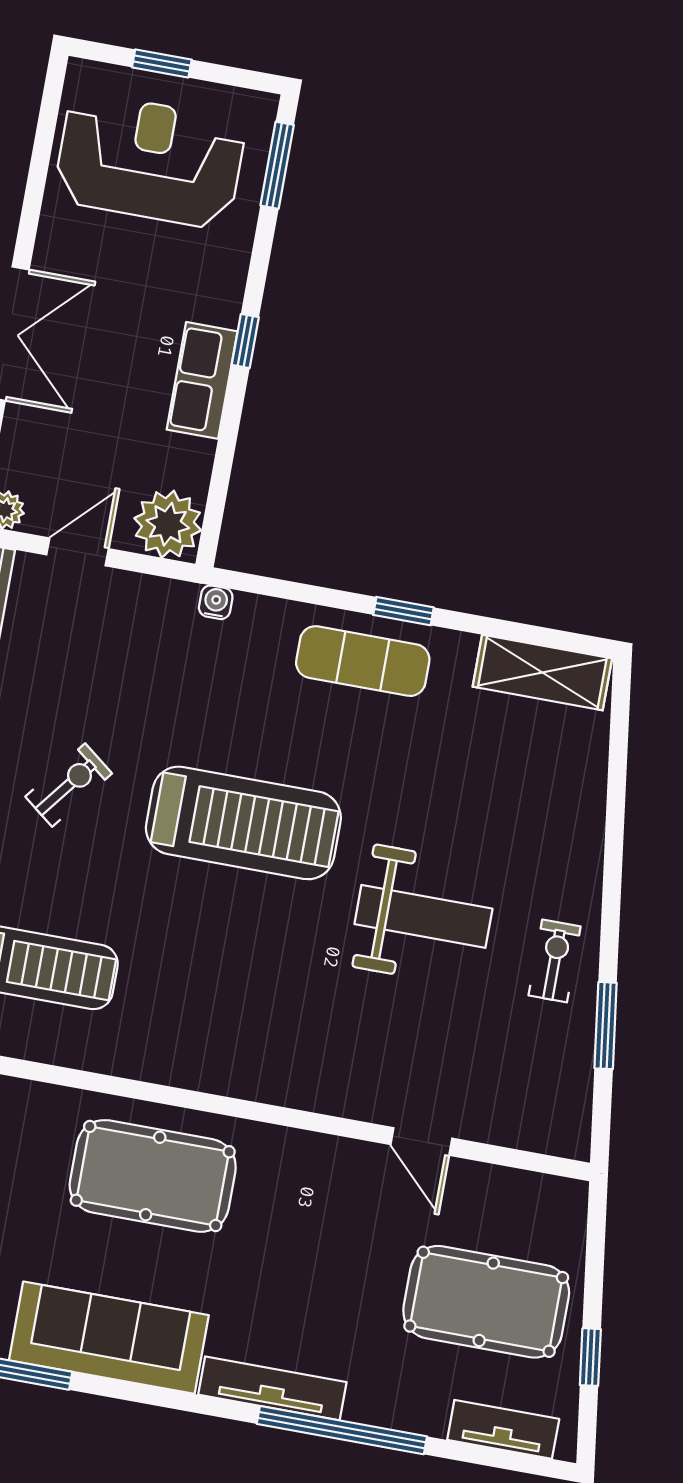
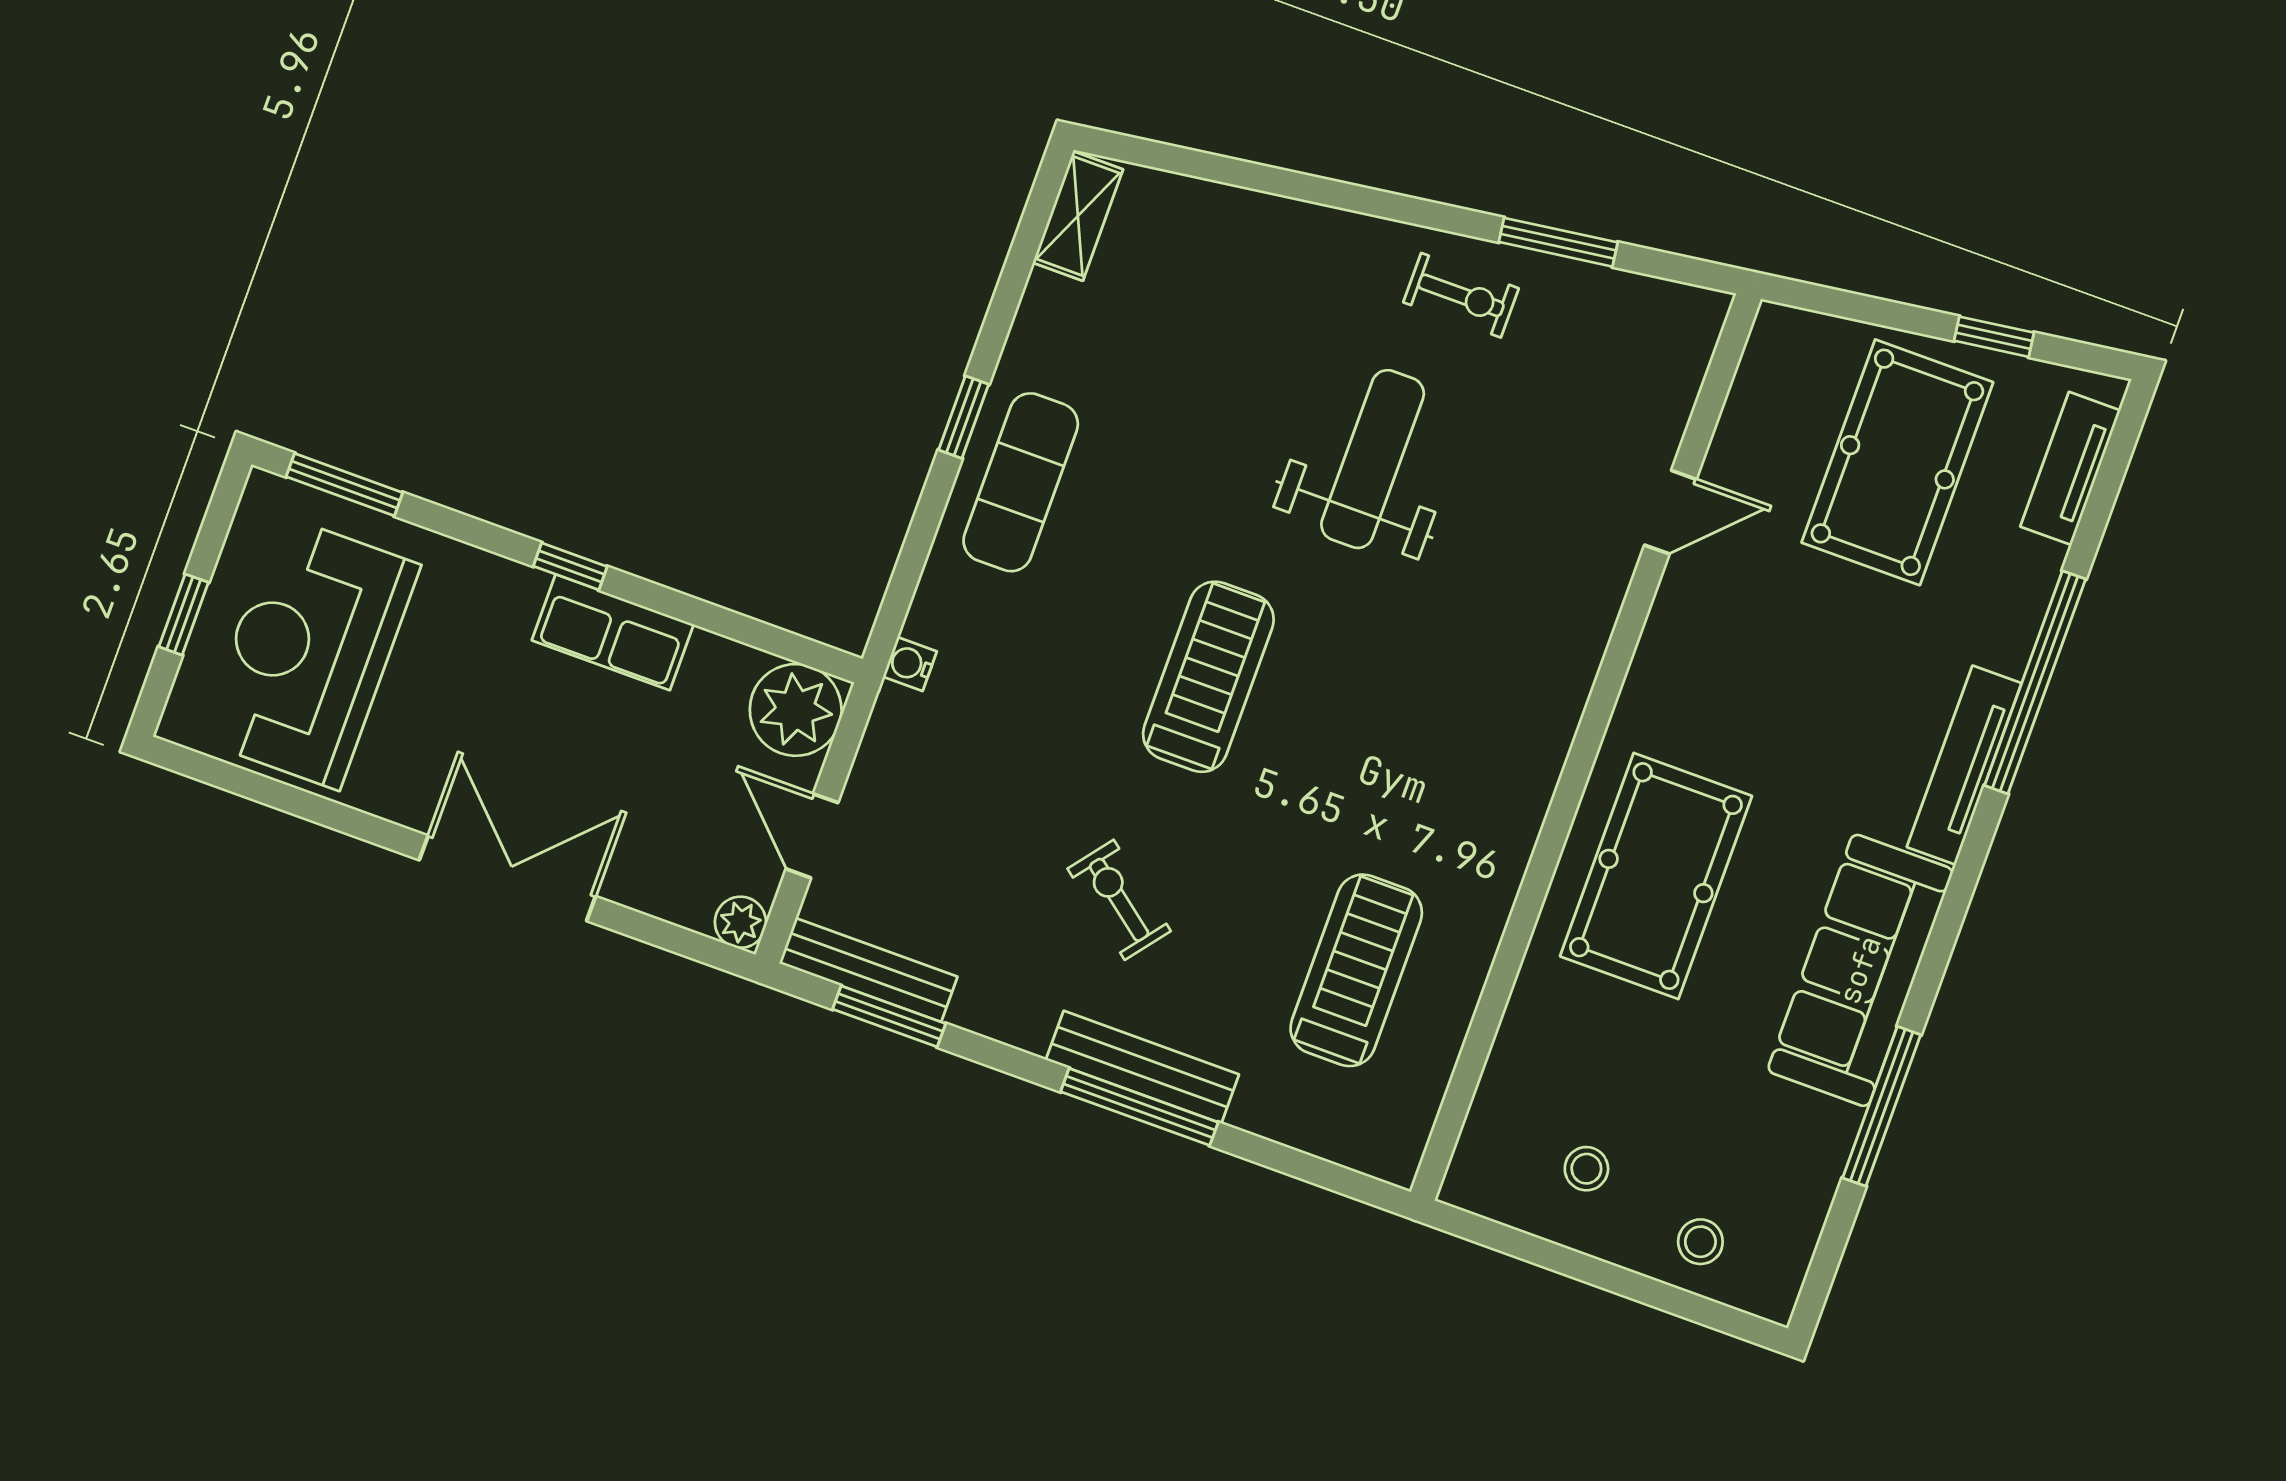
shelving: (542, 673) -> (1078, 216), width x0.67, depth x0.75
treadmill: (243, 823) -> (1208, 677), width x0.73, depth x0.73
exercise bike: (555, 961) -> (1461, 295), turned 180

